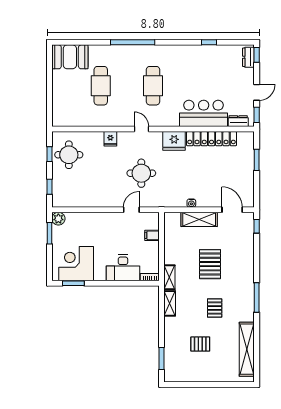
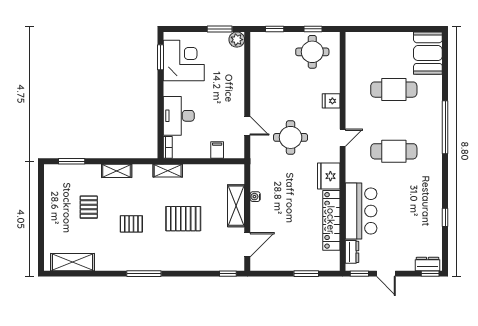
shelving: (170, 303) -> (117, 171), moved
shelving: (247, 349) -> (72, 262), width x0.68

